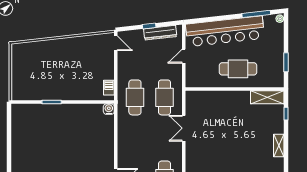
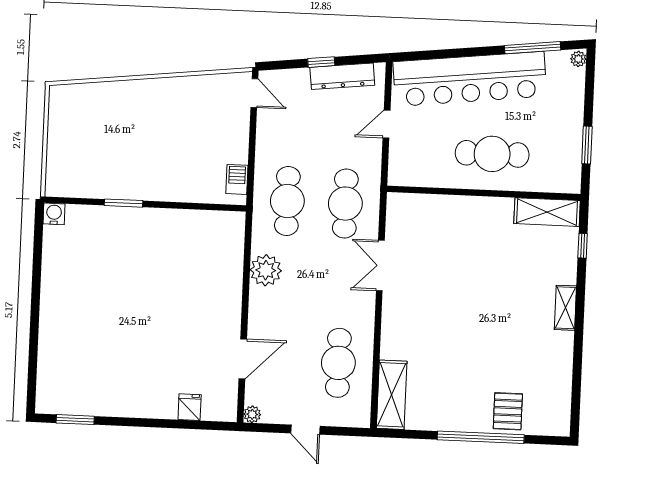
water cooler: (109, 109) -> (54, 214), moved
plant: (126, 133) -> (266, 270), added

